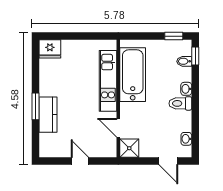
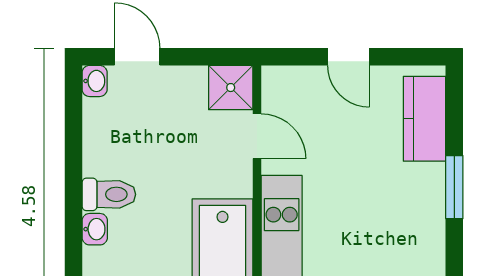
kitchen counter: (48, 115) -> (424, 119), moved
washbasin: (186, 139) -> (95, 81), moved

